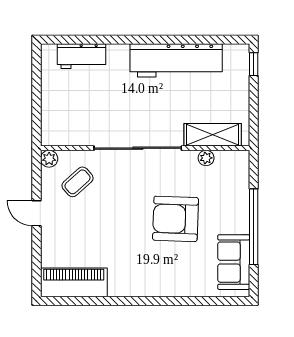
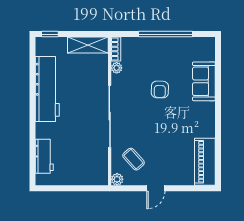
shelving: (213, 135) -> (88, 45), moved, turned 90
bookcase: (232, 157) -> (116, 49), added
armchair: (176, 219) -> (160, 89), width x0.53, depth x0.53
sofa: (234, 262) -> (204, 81), moved, turned 90

